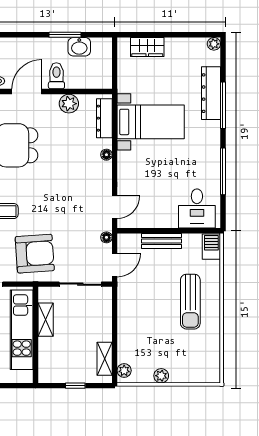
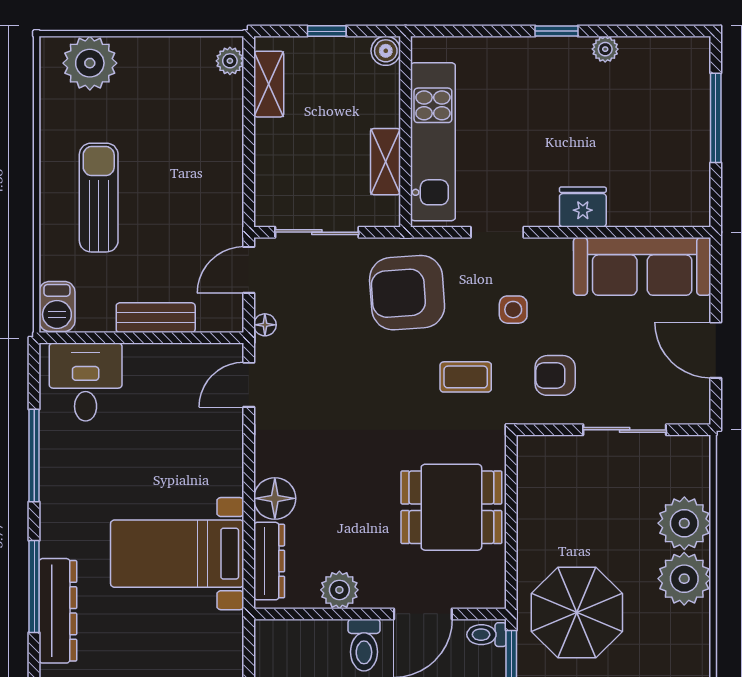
floor lamp: (106, 155) -> (275, 498), width x1.89, depth x1.89
boiler: (45, 376) -> (386, 51), added
plant: (161, 376) -> (90, 63), moved, width x1.87, depth x1.87

